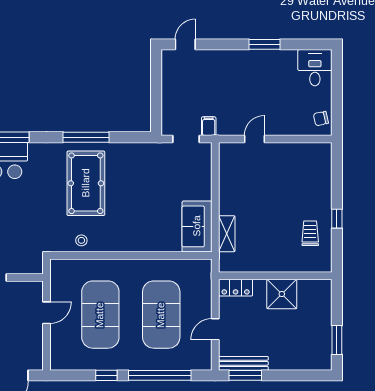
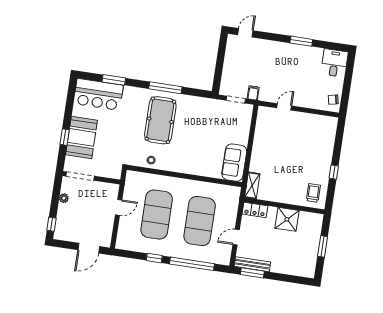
trolley: (310, 233) -> (313, 193), moved
shelving: (227, 234) -> (252, 185), moved
window: (337, 340) -> (323, 246), moved

